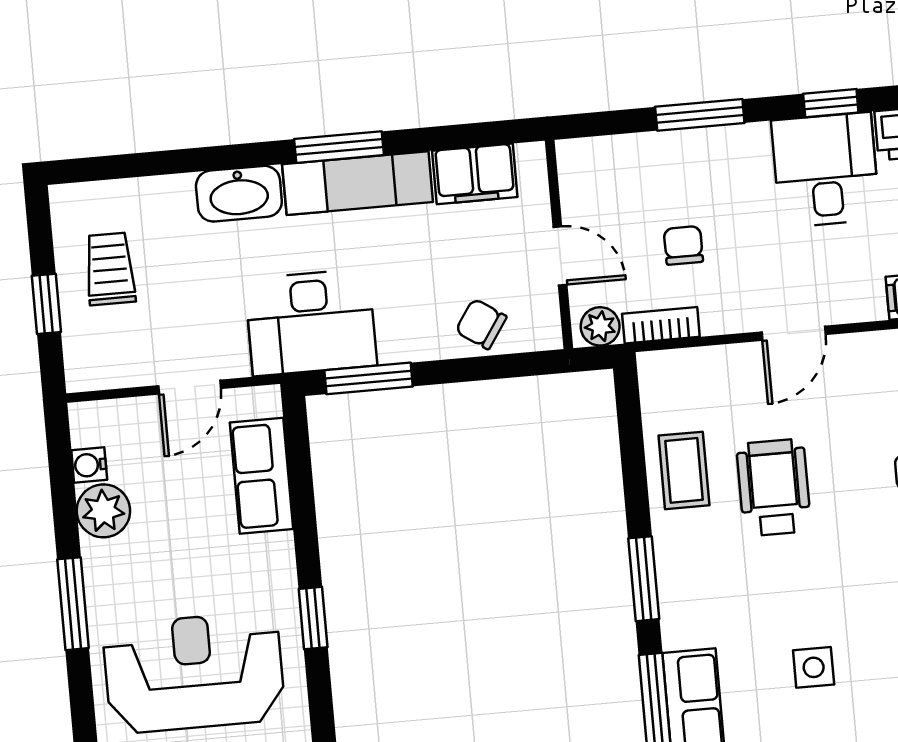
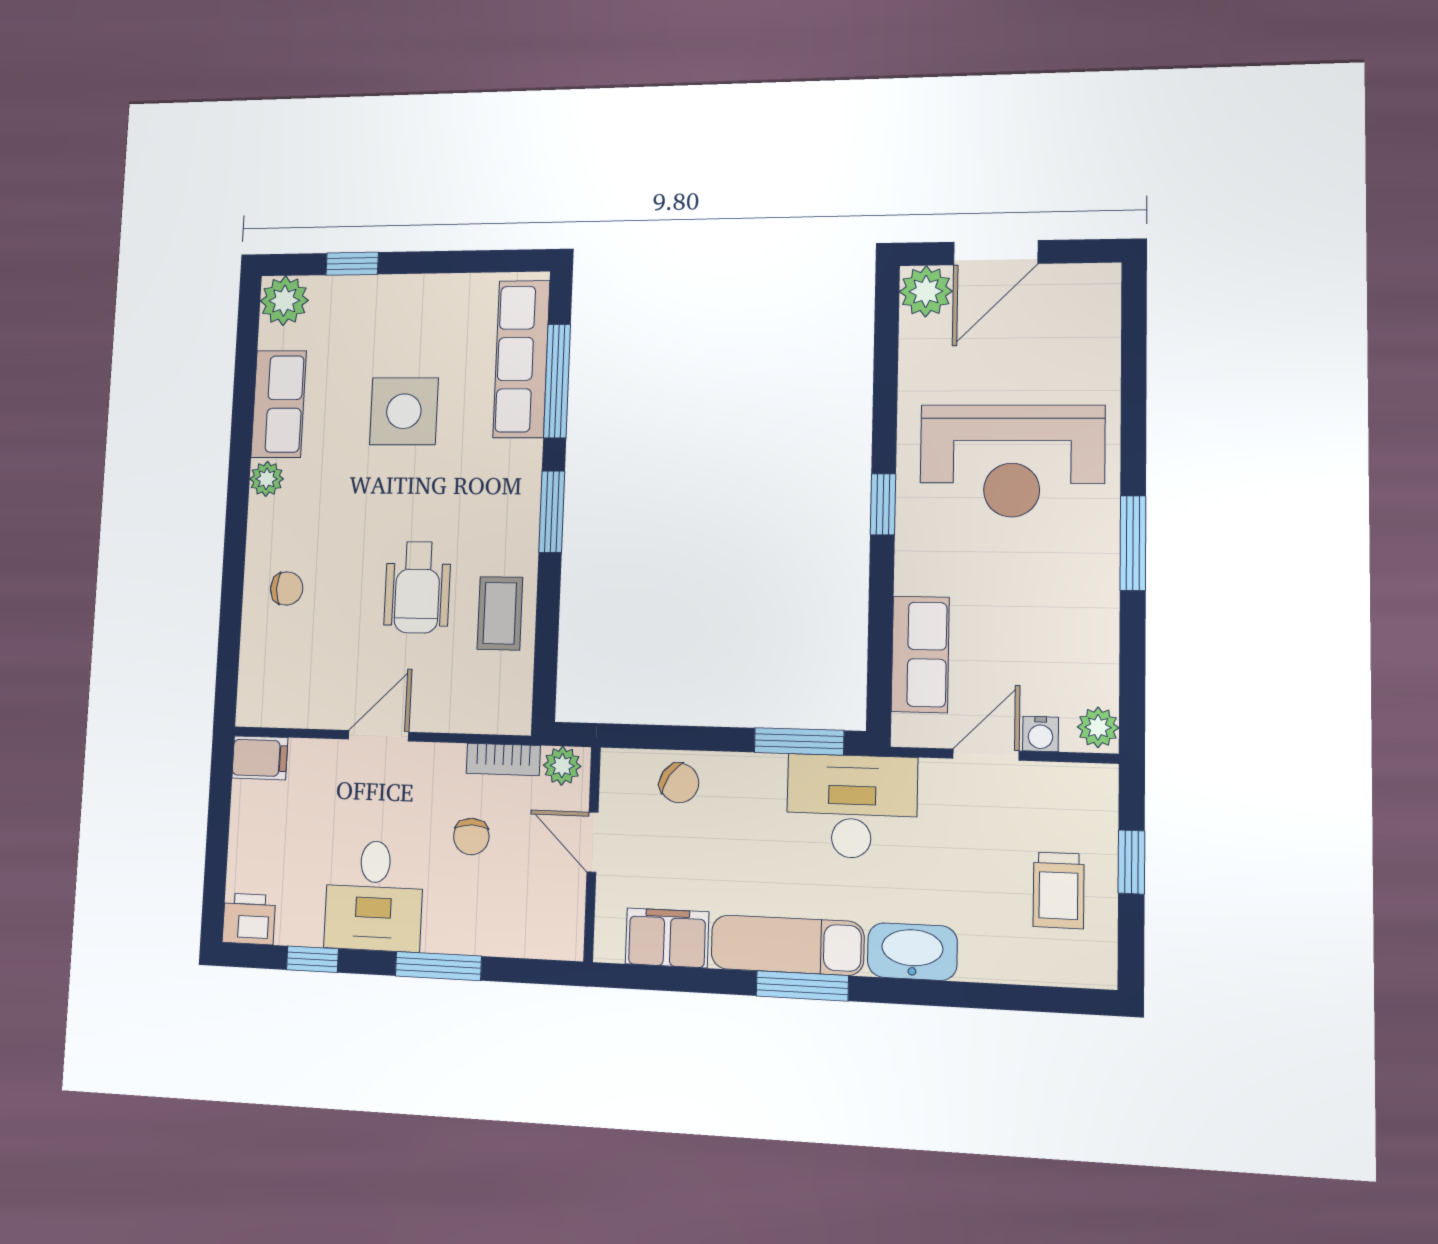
desk: (825, 170) -> (374, 896), moved
water cooler: (89, 465) -> (1041, 734), moved, turned 90
plant: (103, 511) -> (1098, 727), moved, width x0.73, depth x0.73
side table: (814, 667) -> (404, 411), width x1.87, depth x1.87

